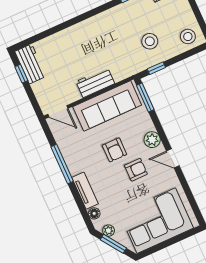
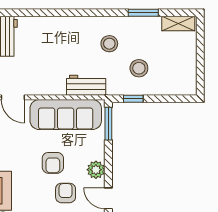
stool: (188, 37) -> (109, 44), moved
workbench: (95, 82) -> (86, 85), moved
armchair: (136, 170) -> (66, 193), turned -90

